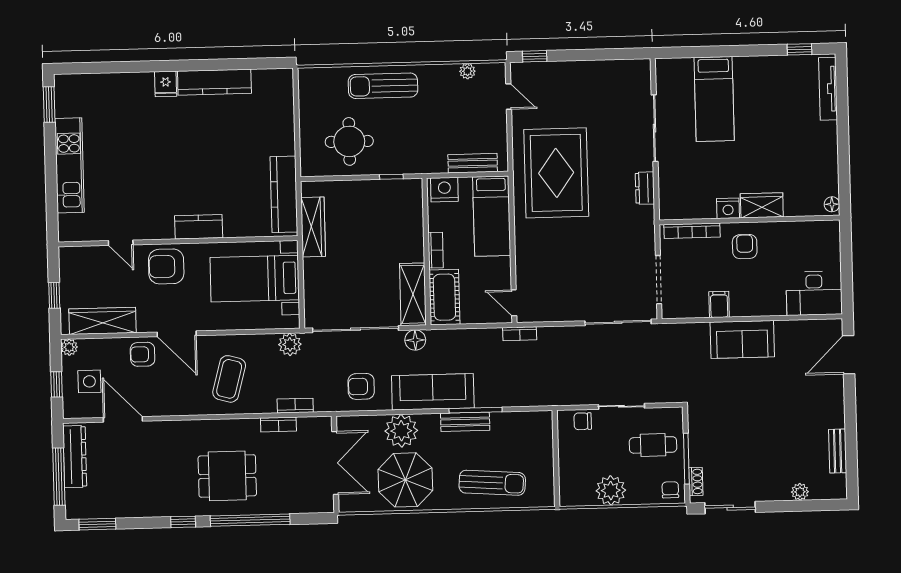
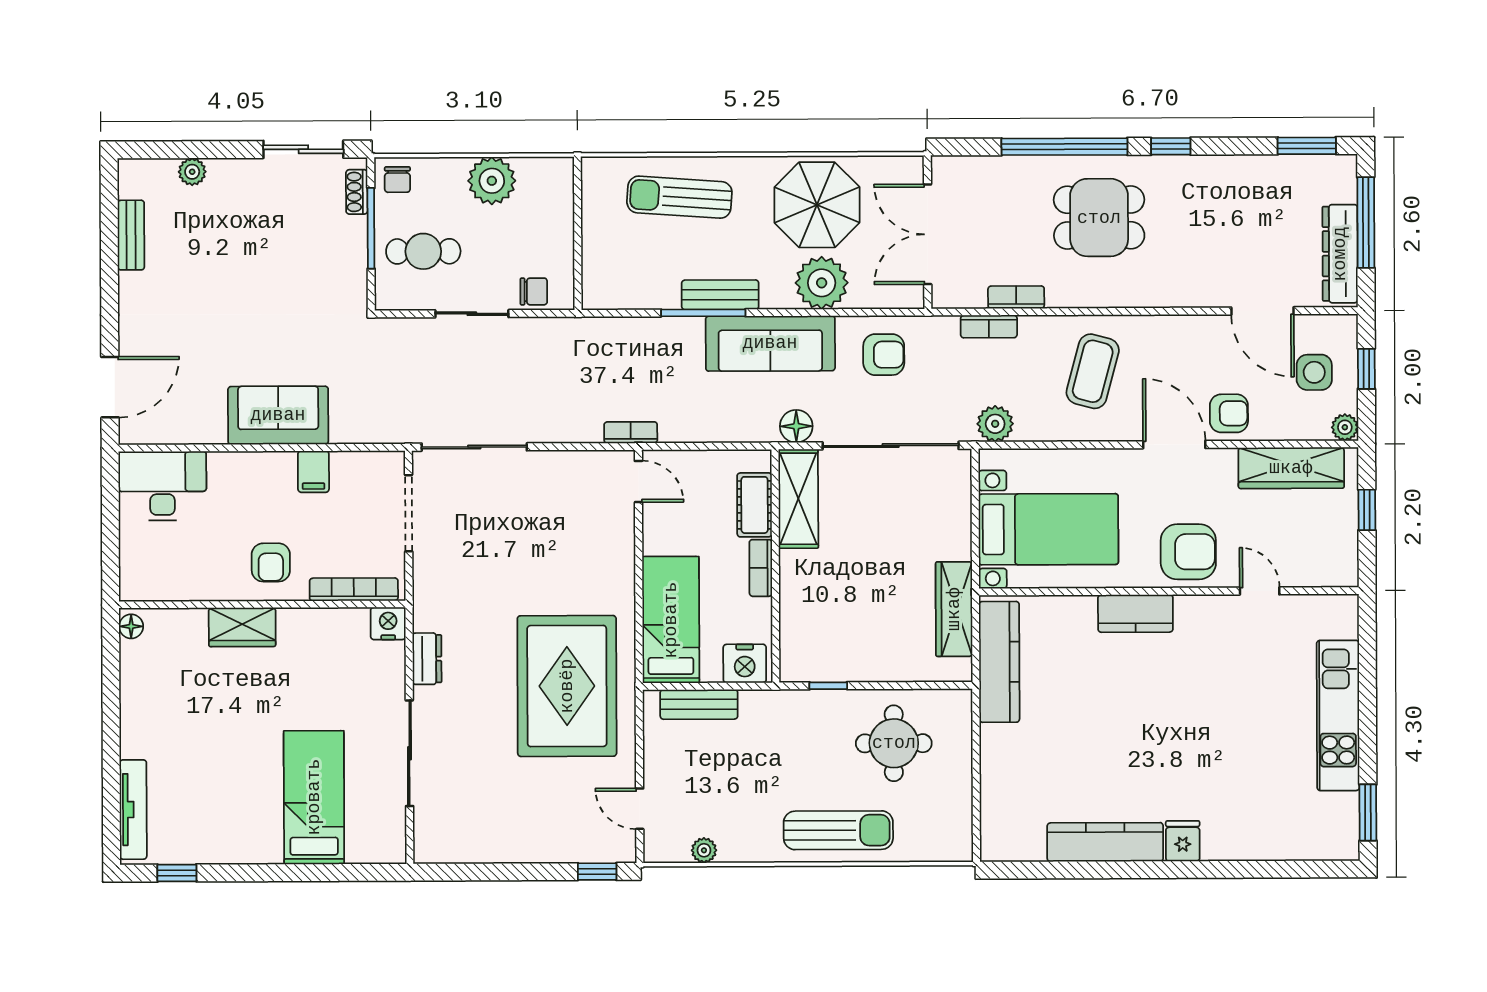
nightstand: (728, 208) -> (388, 623), moved
cot: (444, 297) -> (755, 505), width x0.73, depth x0.75

